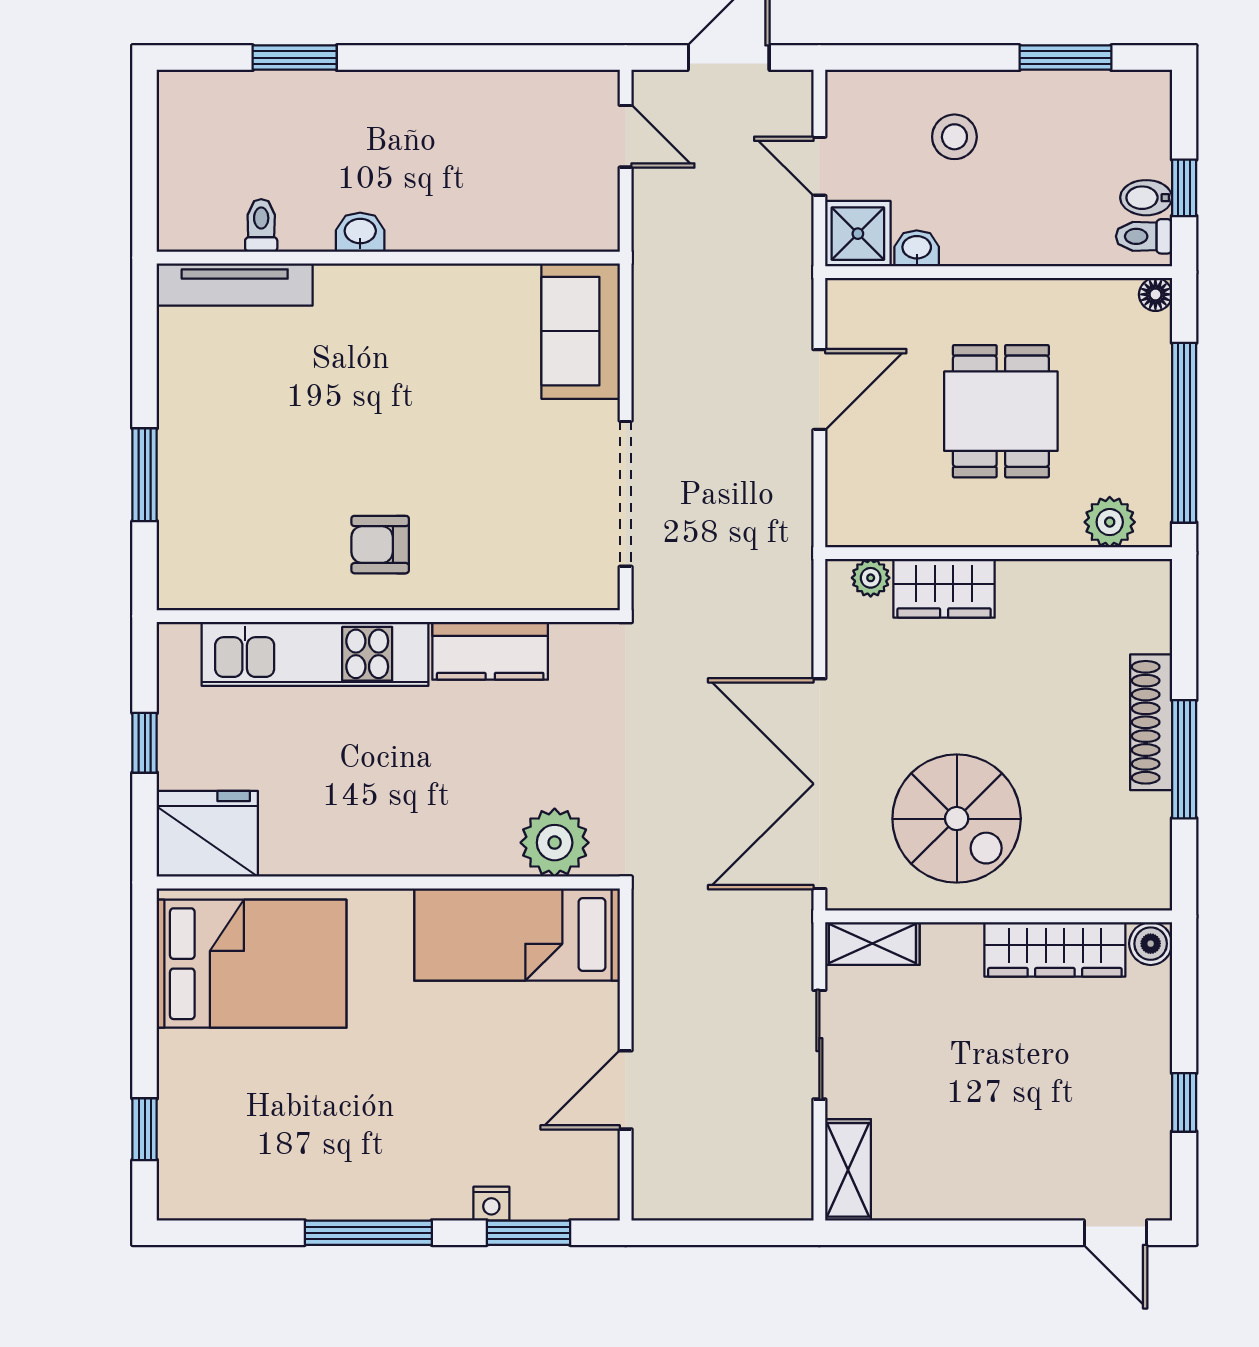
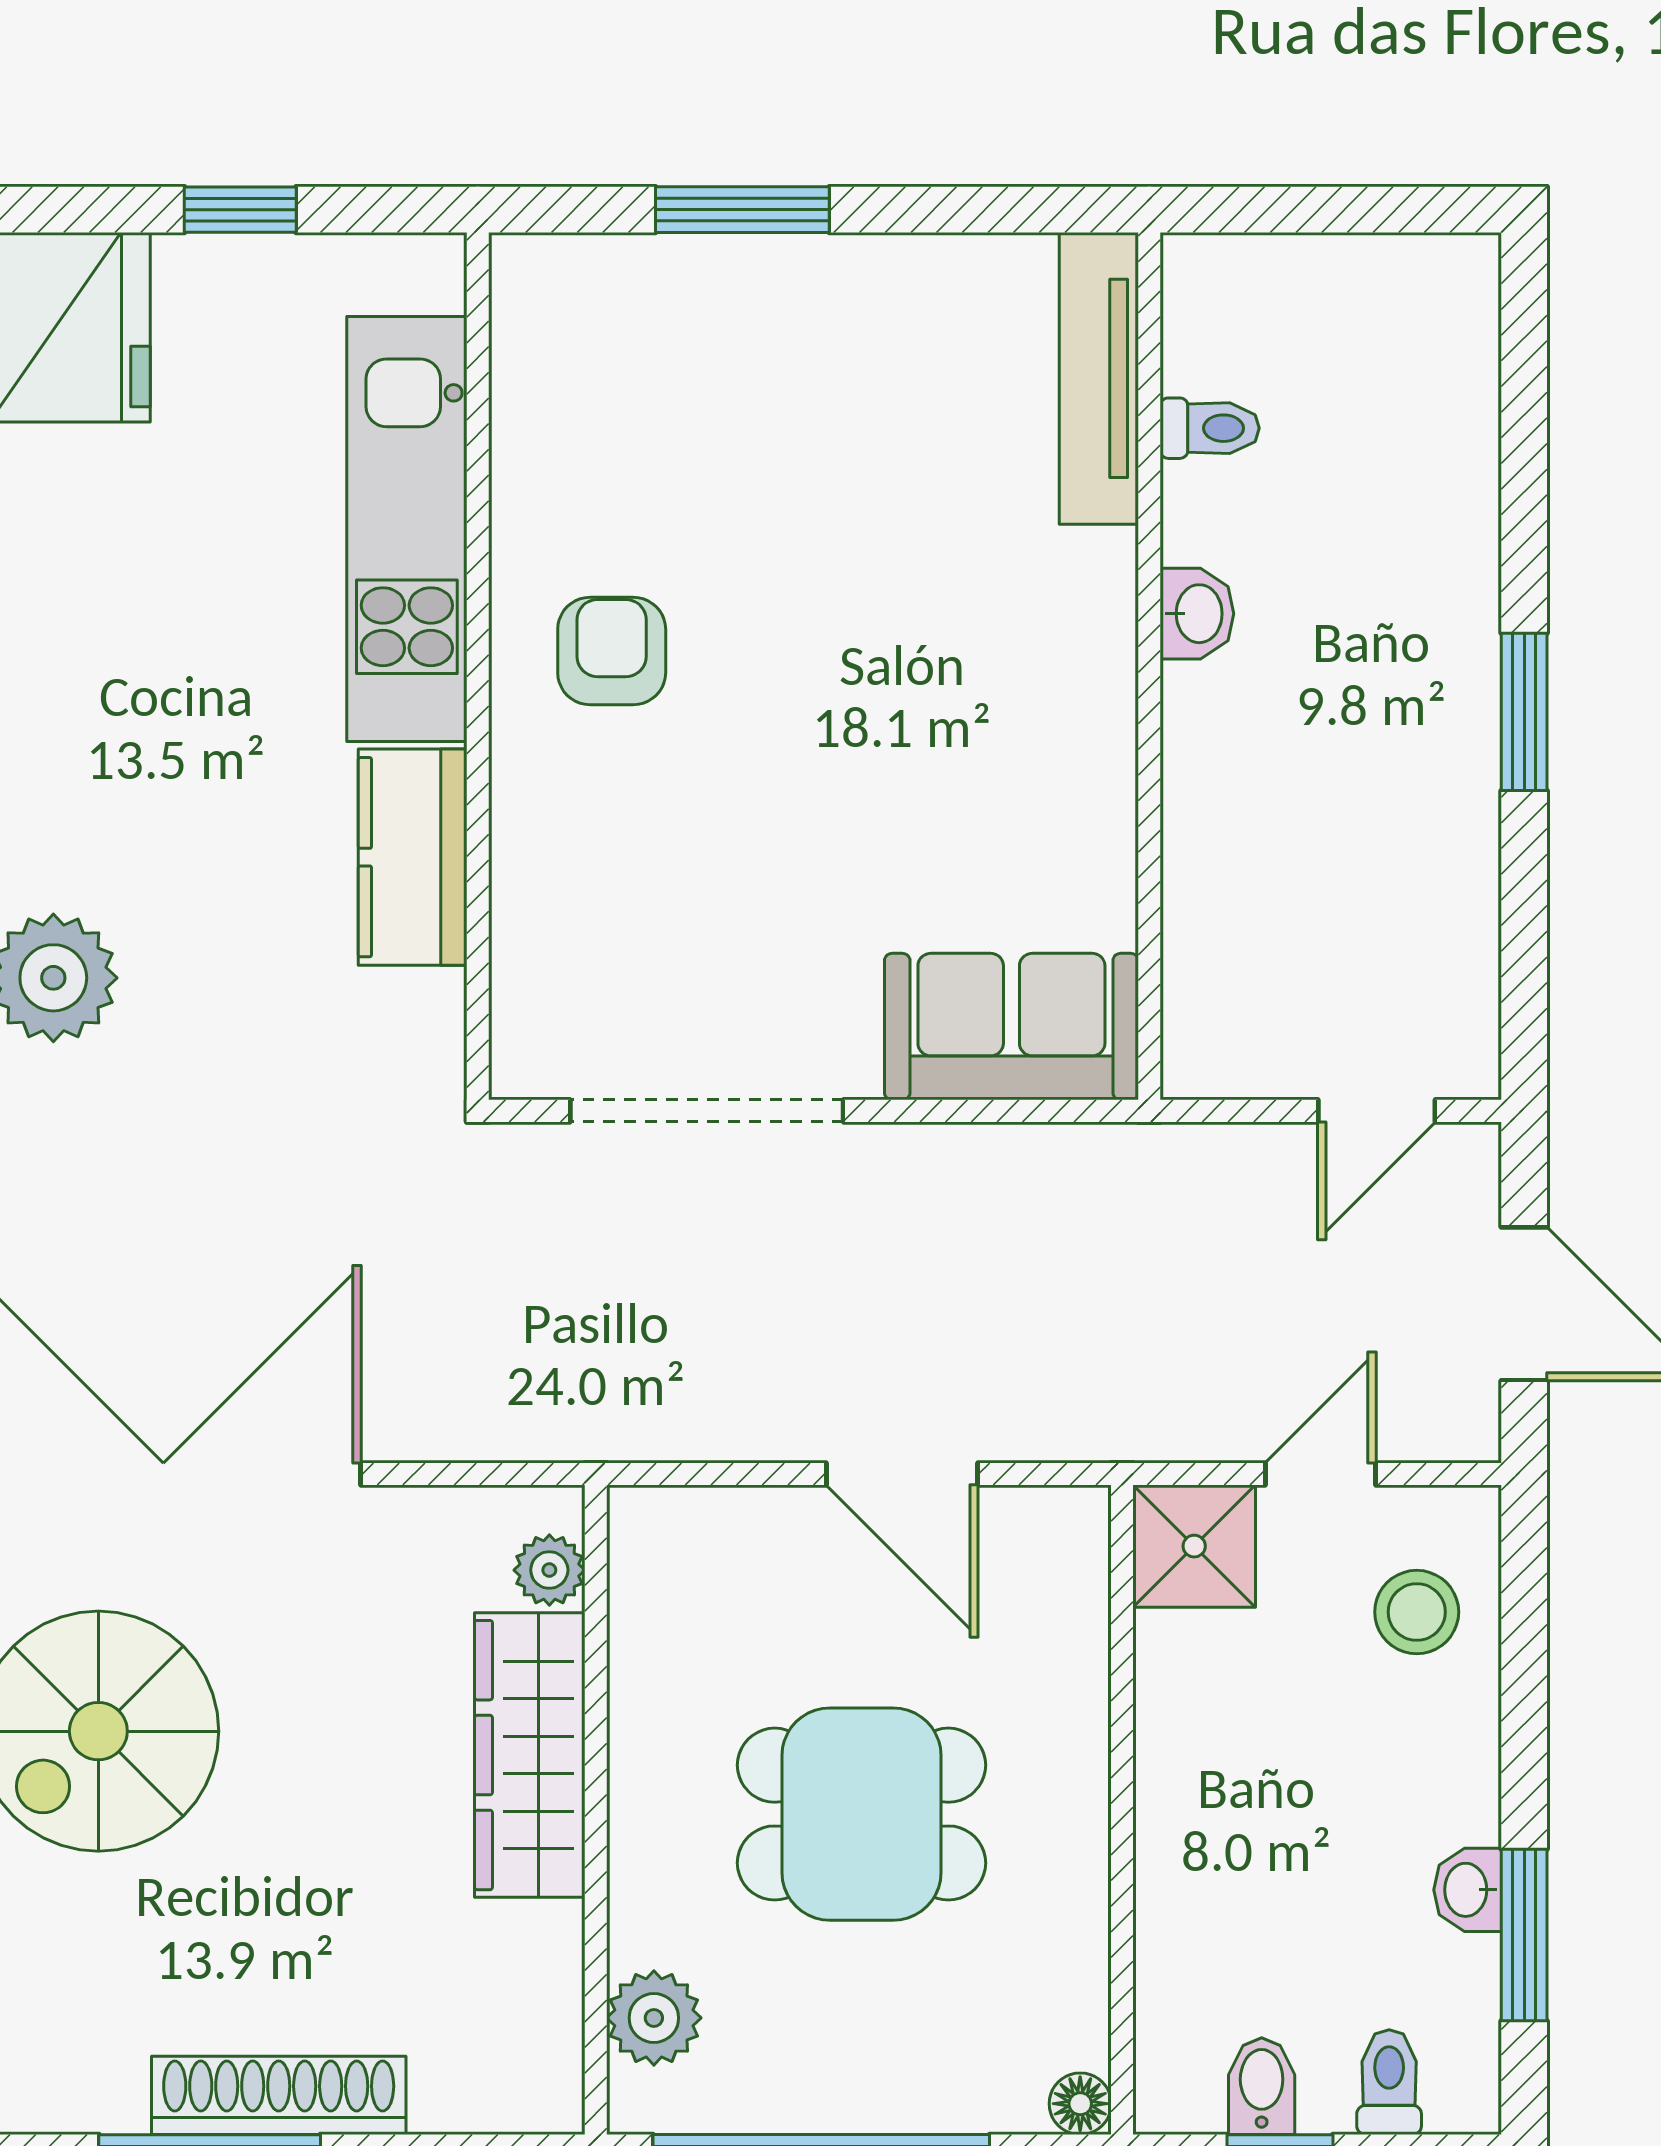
window: (295, 58) -> (1524, 712), moved
stool: (954, 137) -> (1417, 1612), moved
toilet: (1144, 236) -> (1389, 2082), moved
washbasin: (917, 248) -> (1468, 1890), moved, turned 180
wardrobe: (944, 588) -> (530, 1755), width x1.50

